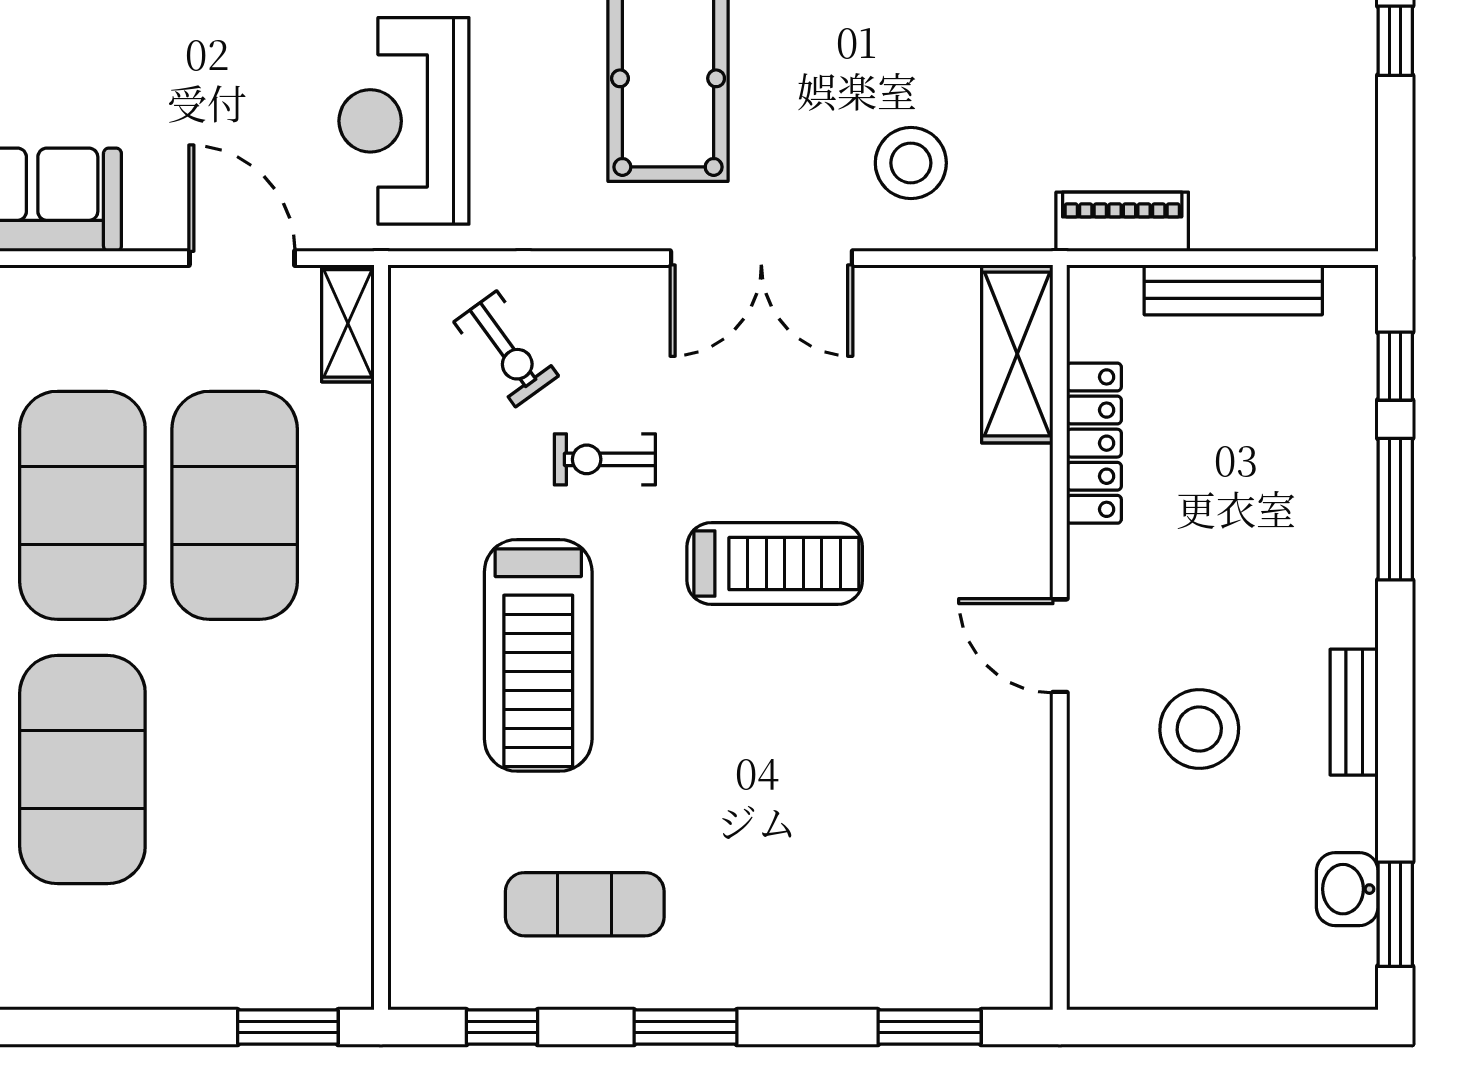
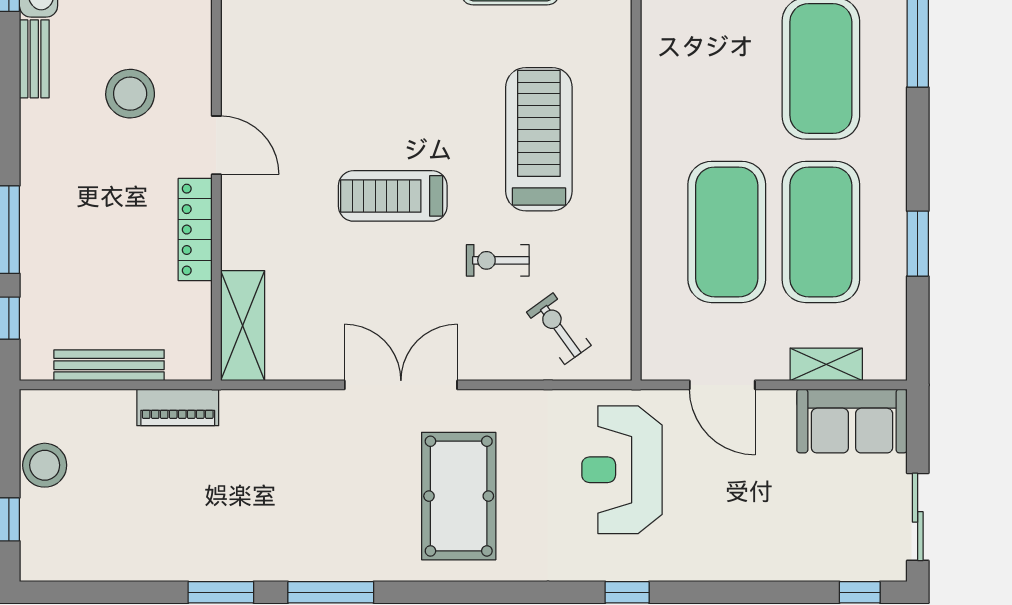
reception desk: (404, 121) -> (622, 470), turned 180
stool: (911, 163) -> (45, 465), moved
shelving: (348, 323) -> (826, 364), moved, turned 90
locker: (1094, 443) -> (195, 230), moved
exercise bike: (605, 459) -> (498, 260), turned 180
bench: (1354, 712) -> (34, 59), moved

